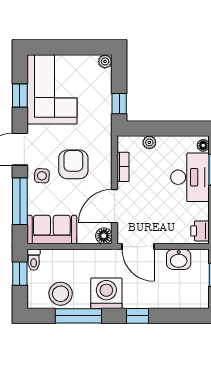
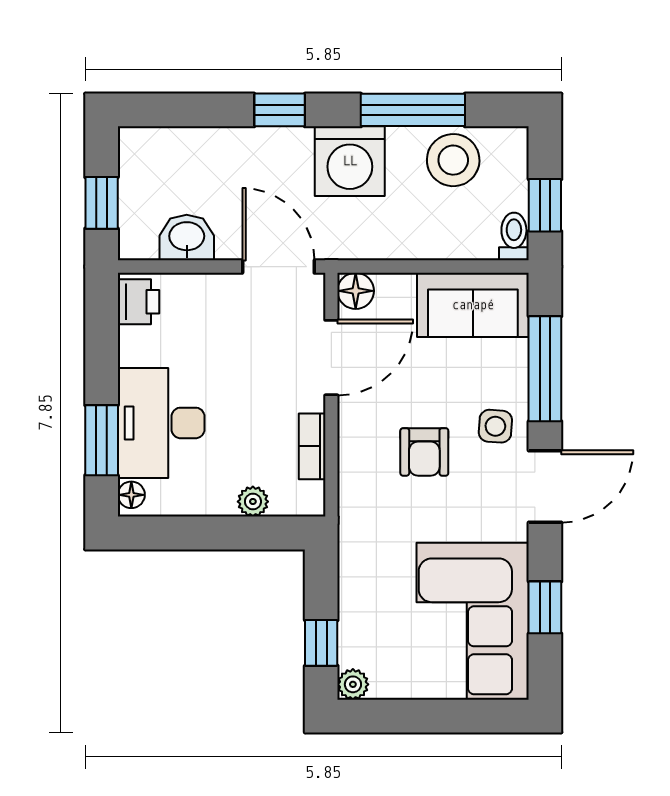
window: (119, 104) -> (321, 643), moved
armchair: (73, 164) -> (424, 452), width x0.72, depth x0.72

